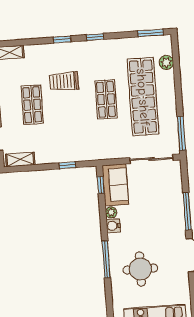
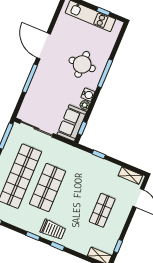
trolley: (64, 81) -> (53, 230), moved
shop shelf: (106, 99) -> (47, 188), width x1.43, depth x1.36
round table: (140, 269) -> (82, 64), moved

